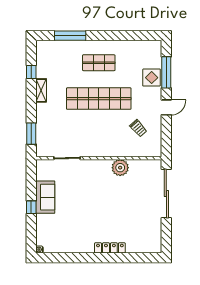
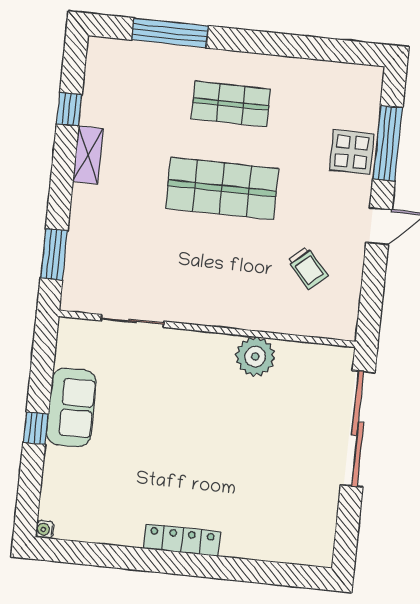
shop shelf: (99, 99) -> (222, 188), width x0.71
locker: (110, 248) -> (182, 540), moved

